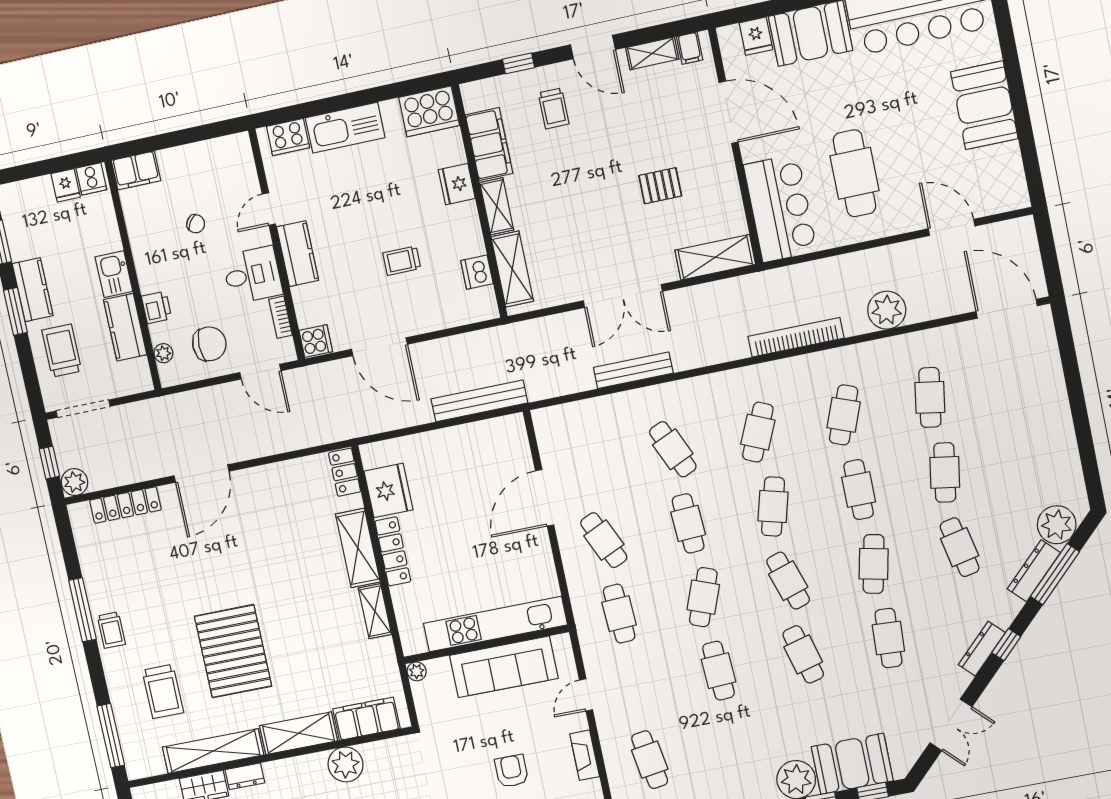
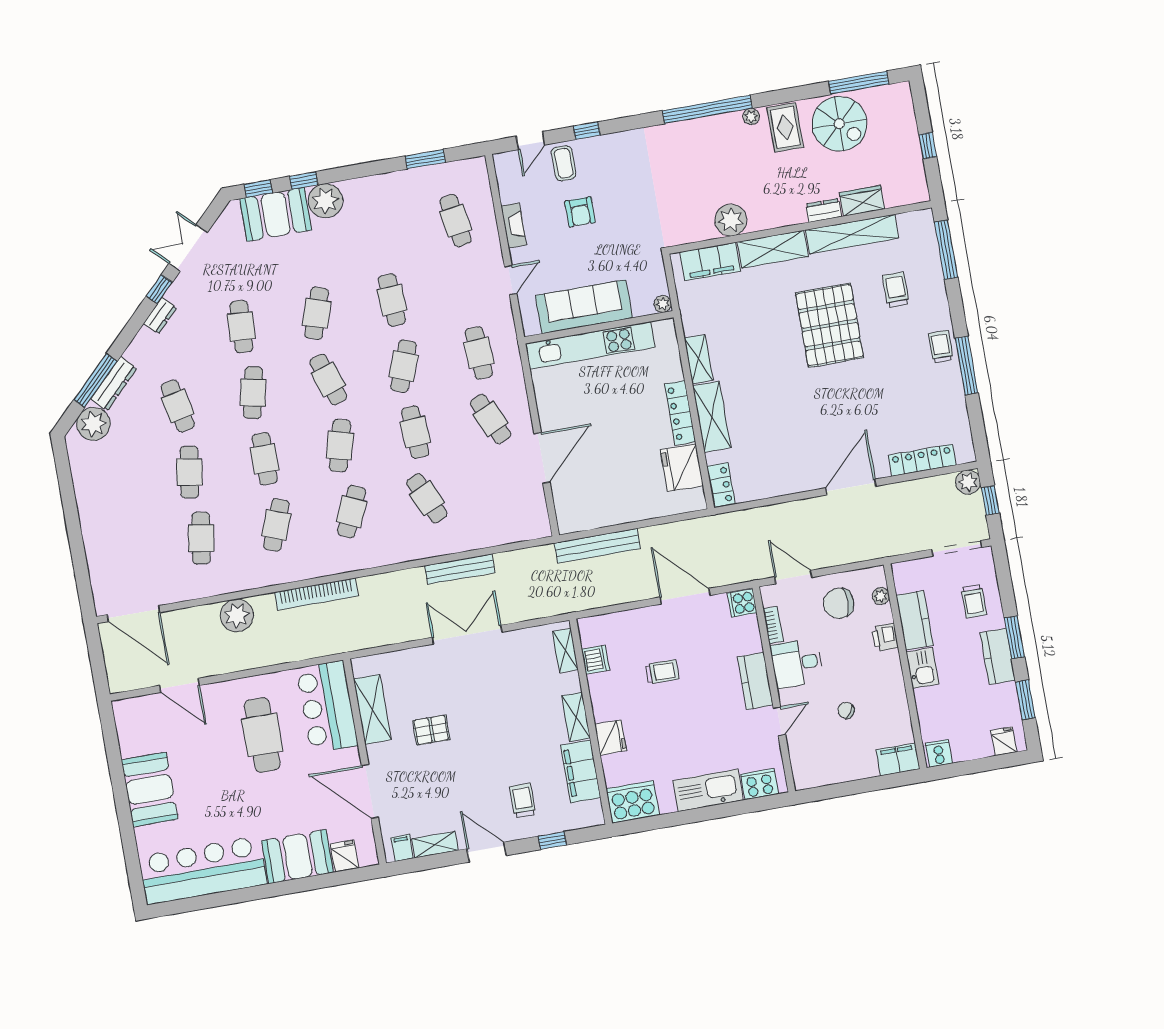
fridge: (66, 185) -> (1004, 741), moved
shelving: (715, 257) -> (372, 709), moved, turned 90
shelving: (512, 269) -> (565, 650), width x0.67, depth x0.75
trolley: (62, 351) -> (974, 601), width x0.73, depth x0.72
window: (1006, 645) -> (159, 289), moved
dresser: (982, 649) -> (160, 316), width x0.70
cafe table: (803, 654) -> (317, 313), turned 33
trolley: (163, 691) -> (896, 290), width x0.73, depth x0.72

